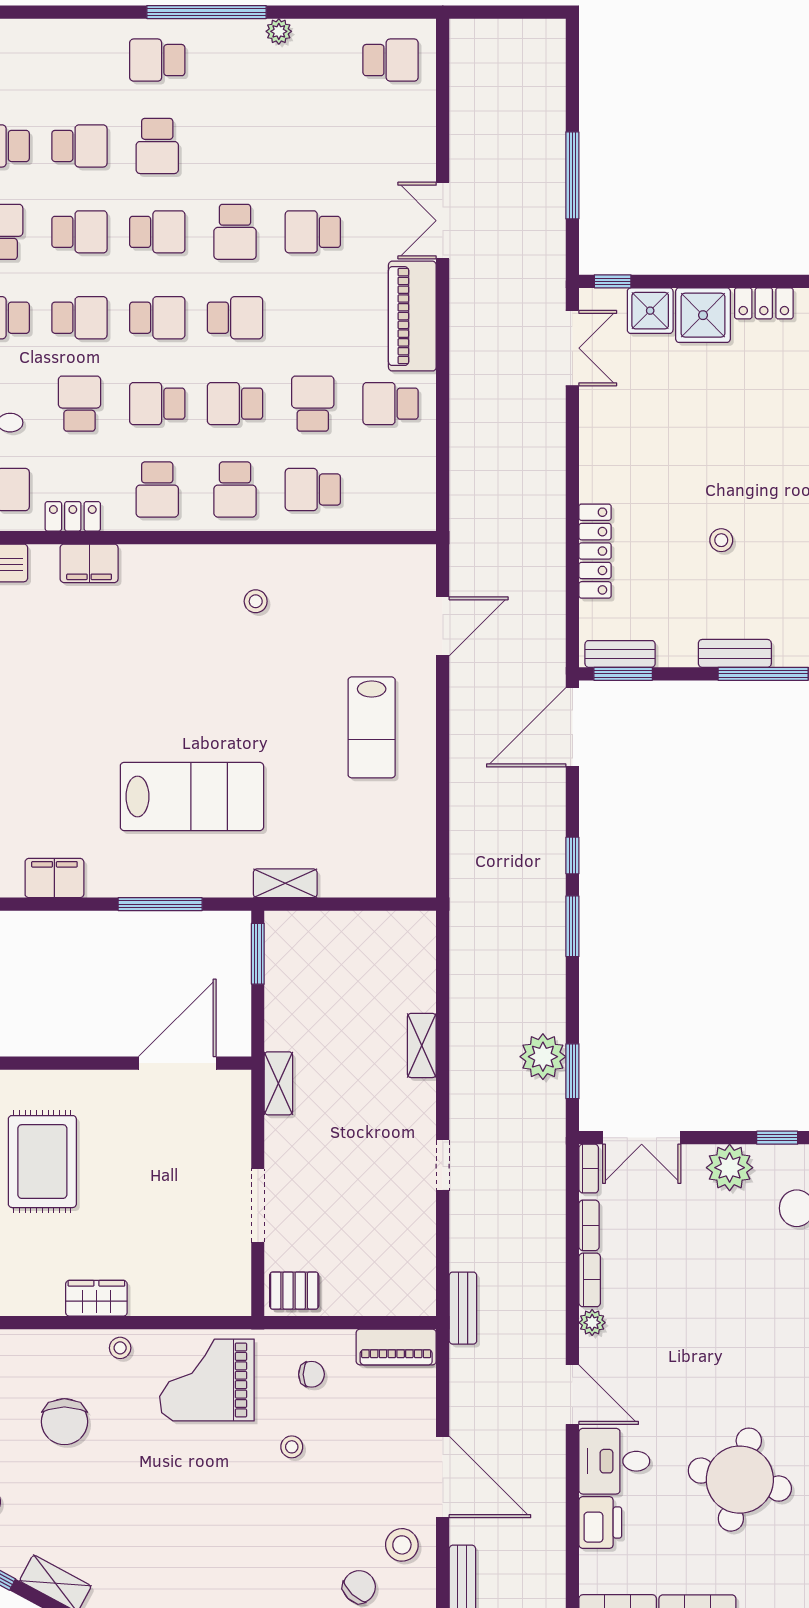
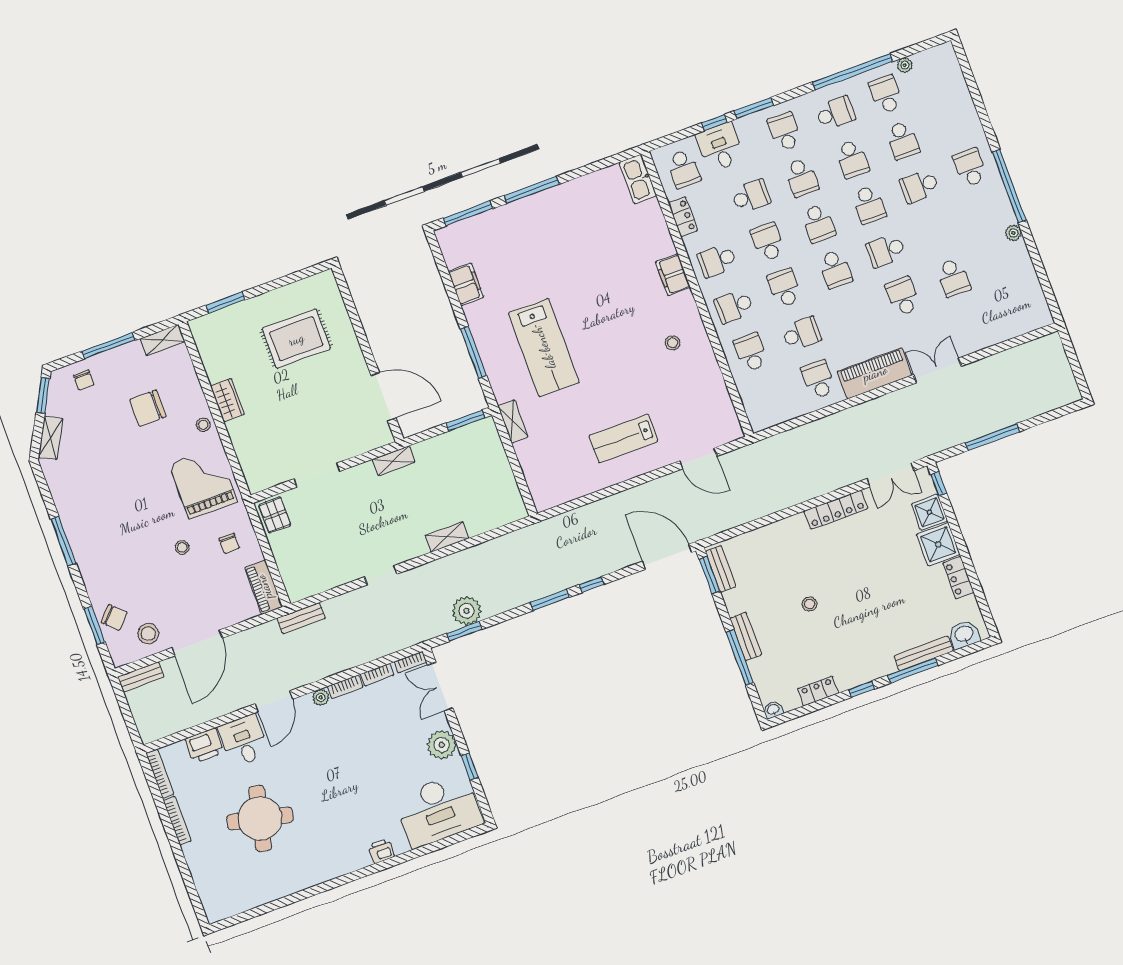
school desk: (391, 60) -> (953, 278), moved
locker: (595, 551) -> (836, 510), moved
filing cabinet: (89, 563) -> (673, 275), moved

